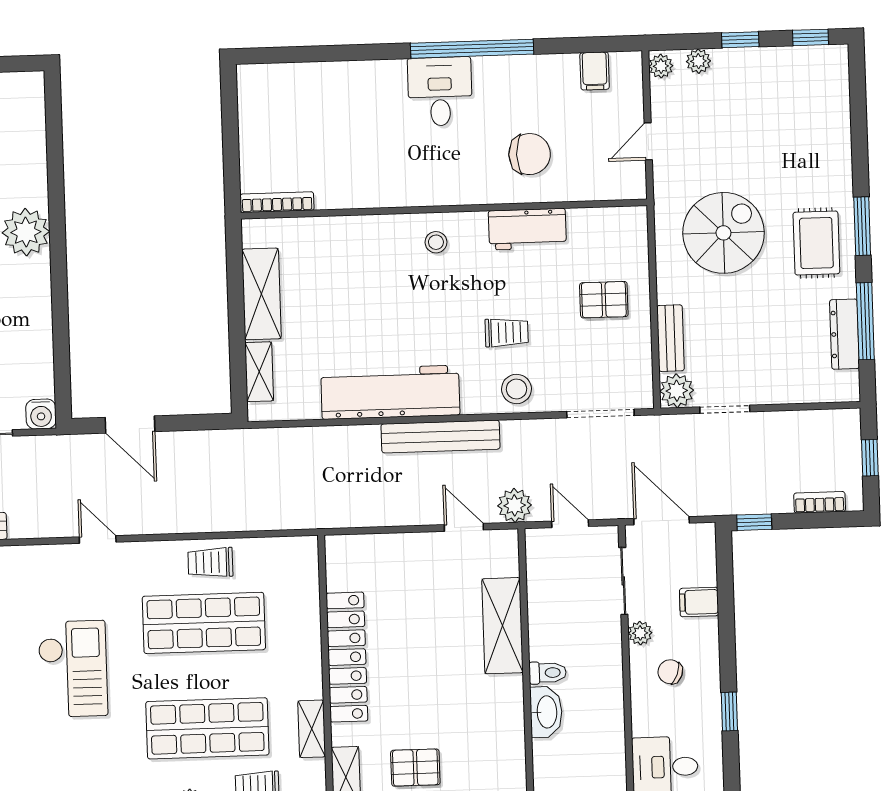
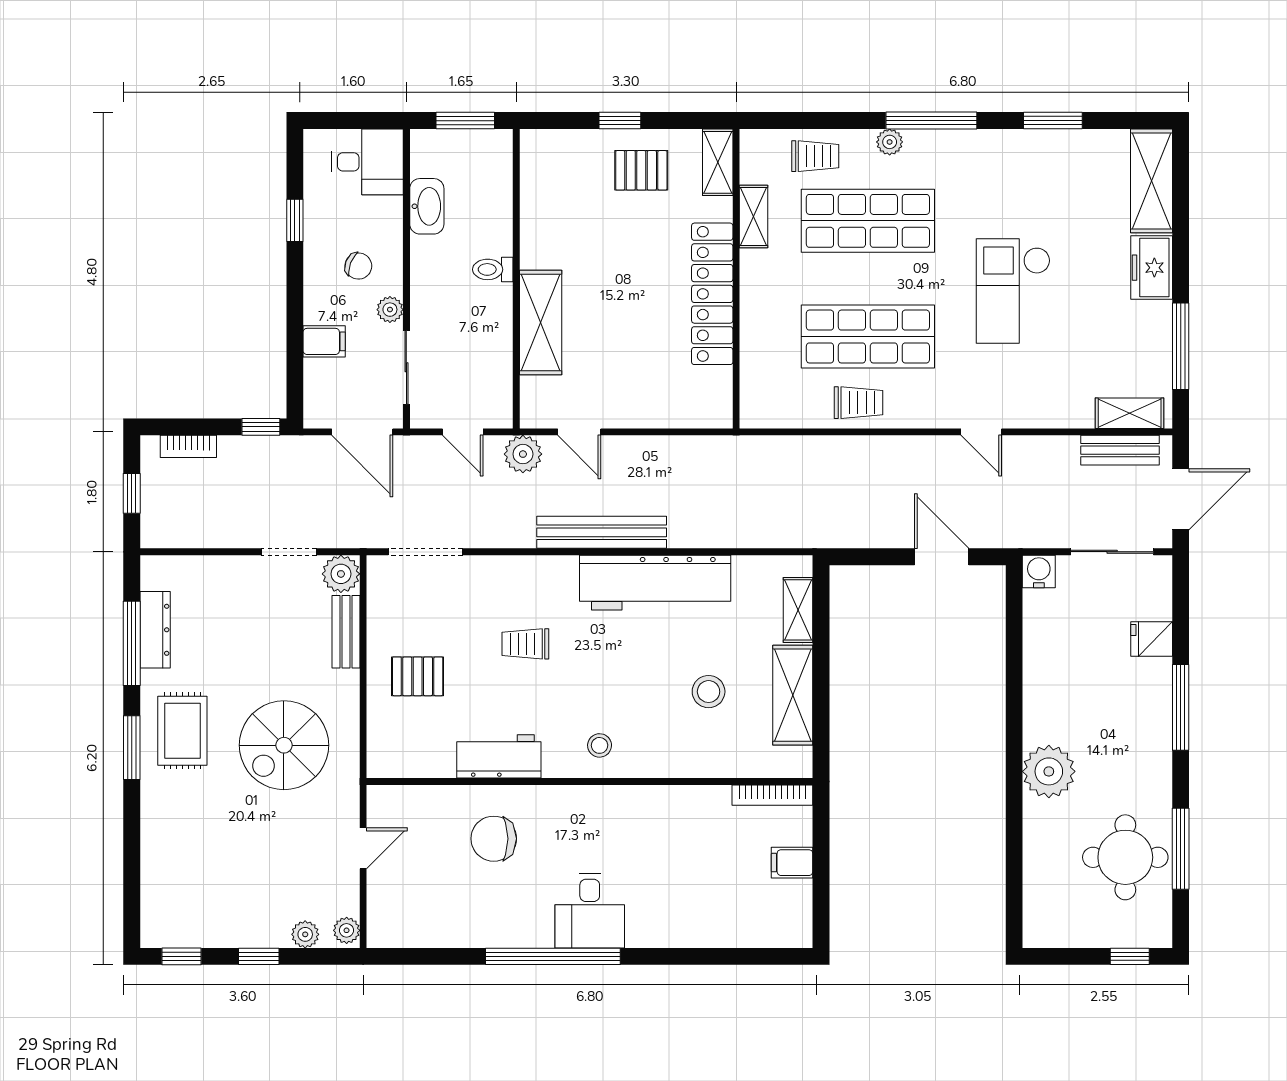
filing cabinet: (595, 71) -> (792, 863), moved, turned -90
stool: (516, 389) -> (709, 692), moved
washbasin: (546, 712) -> (427, 206), moved, turned 180

